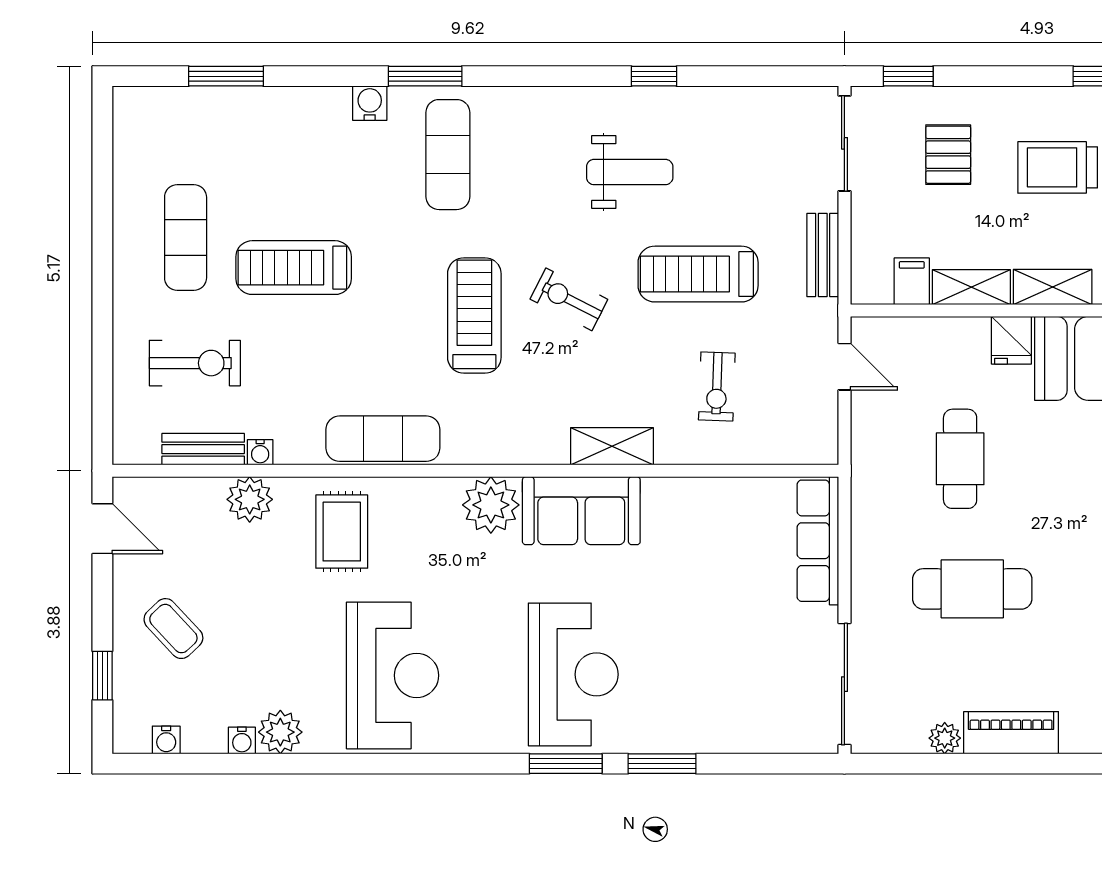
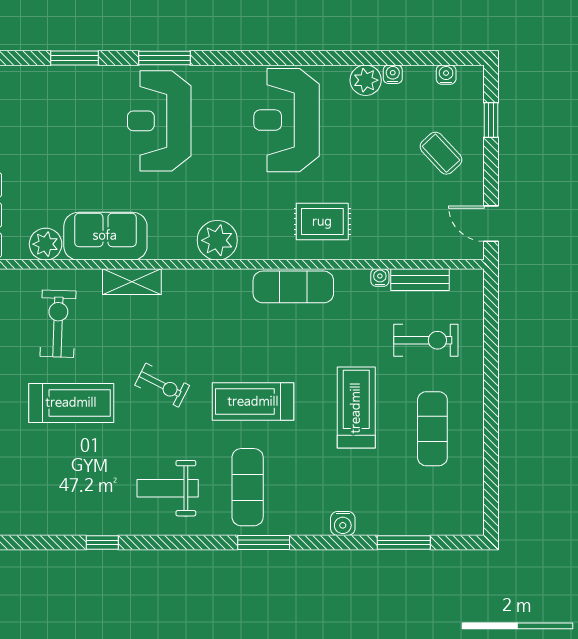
water cooler: (370, 103) -> (343, 523), moved
weight bench: (630, 172) -> (168, 488), moved
treadmill: (294, 268) -> (356, 408), turned -90
treadmill: (474, 315) -> (253, 402), moved, turned 90
exercise bike: (195, 363) -> (426, 340), turned 180
exercise bike: (717, 387) -> (58, 324), width x1.38, depth x1.39
plant: (250, 499) -> (46, 244), moved
sofa: (581, 511) -> (105, 236), moved
rug: (342, 532) -> (322, 222), turned 90
window: (662, 764) -> (75, 58), moved

